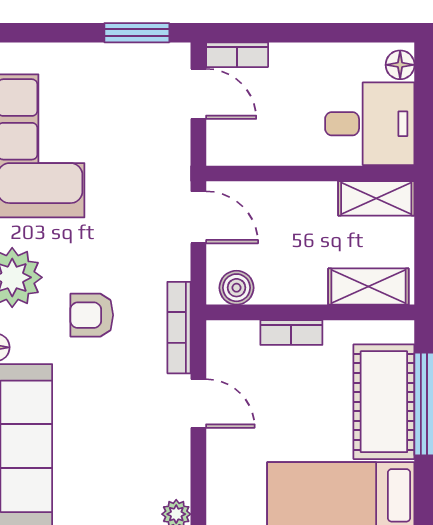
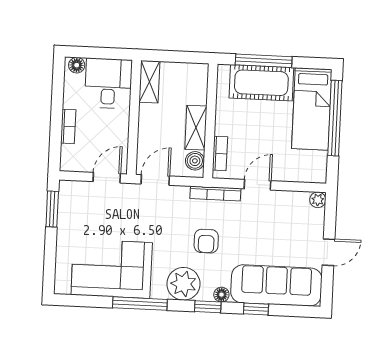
bookcase: (237, 55) -> (68, 126), moved
door: (198, 94) -> (107, 178), moved
shelving: (368, 287) -> (196, 128), moved
bookcase: (291, 333) -> (220, 153), moved

